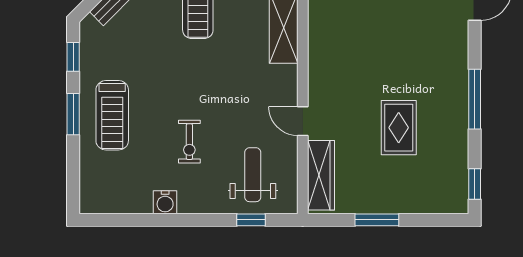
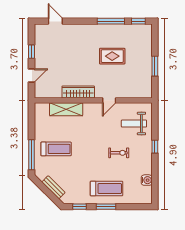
window: (475, 99) -> (111, 21), moved
wardrobe: (321, 175) -> (78, 92), moved
water cooler: (165, 202) -> (147, 180), moved
window: (251, 220) -> (155, 147), moved

